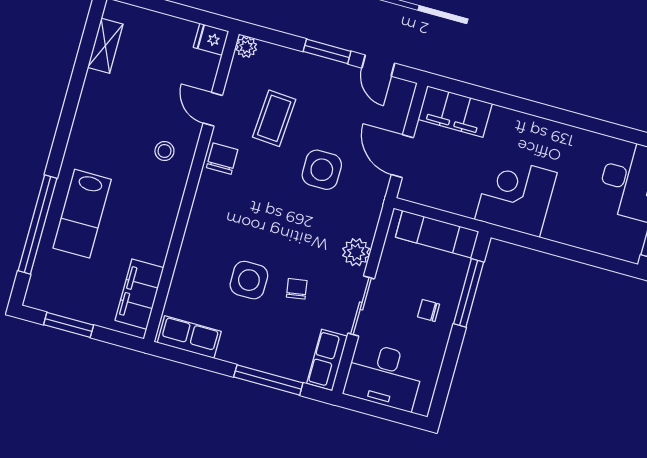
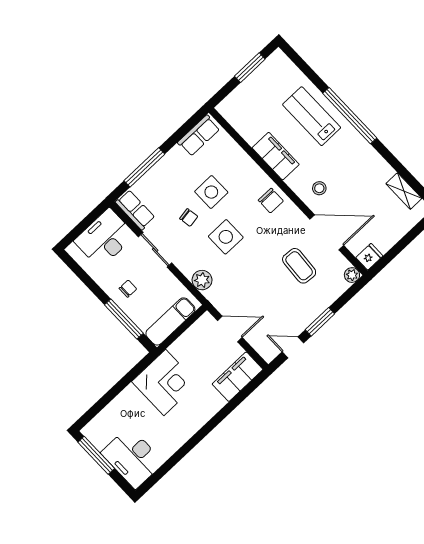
door: (213, 109) -> (327, 232), width x1.88
chair: (222, 159) -> (271, 201), moved
side table: (322, 170) -> (226, 237), moved
window: (38, 225) -> (350, 116), moved
plant: (356, 252) -> (202, 280), moved
filing cabinet: (139, 294) -> (276, 156), moved

